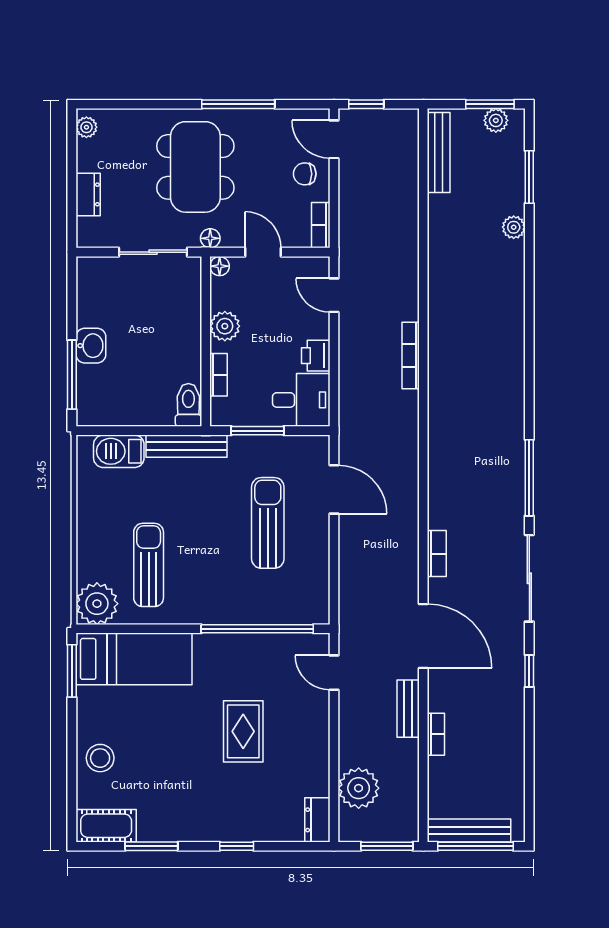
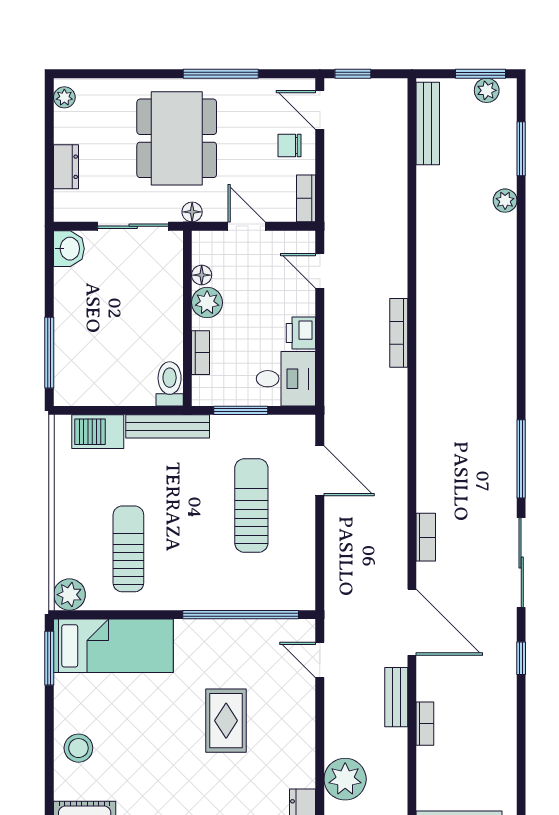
floor lamp: (220, 266) -> (202, 275), moved
washbasin: (91, 346) -> (69, 249), moved
plant: (97, 604) -> (69, 595), width x0.73, depth x0.73

